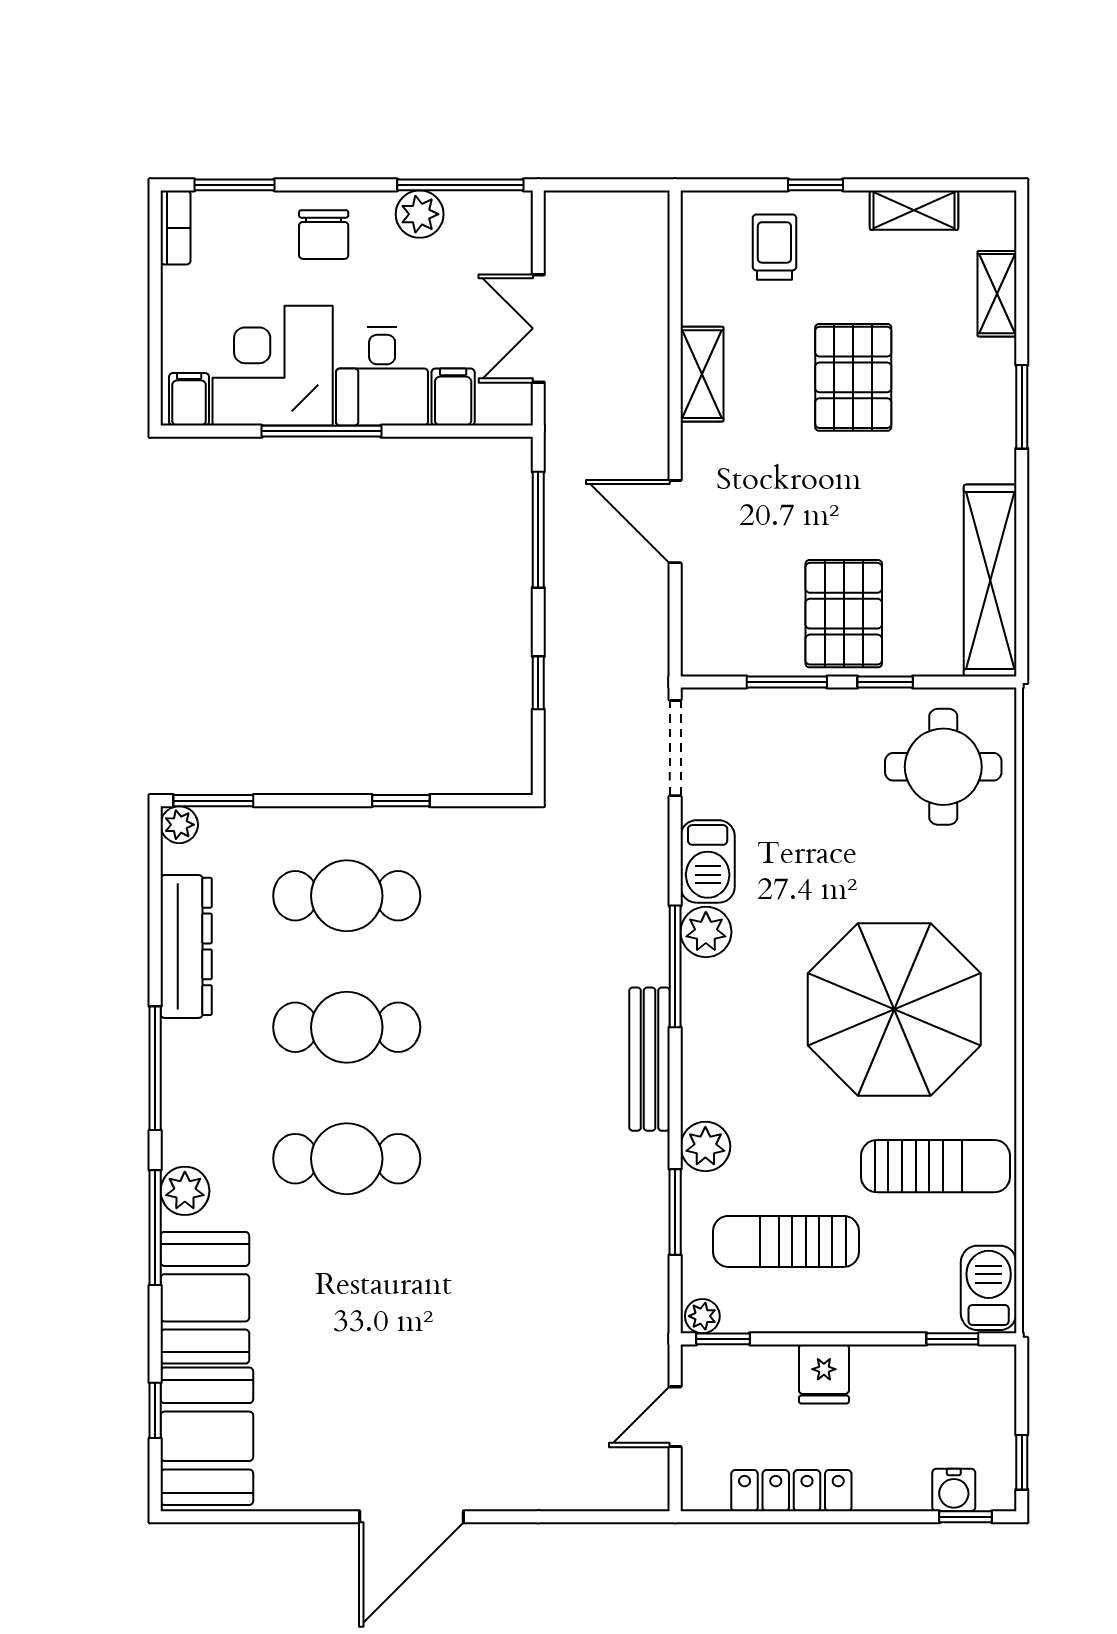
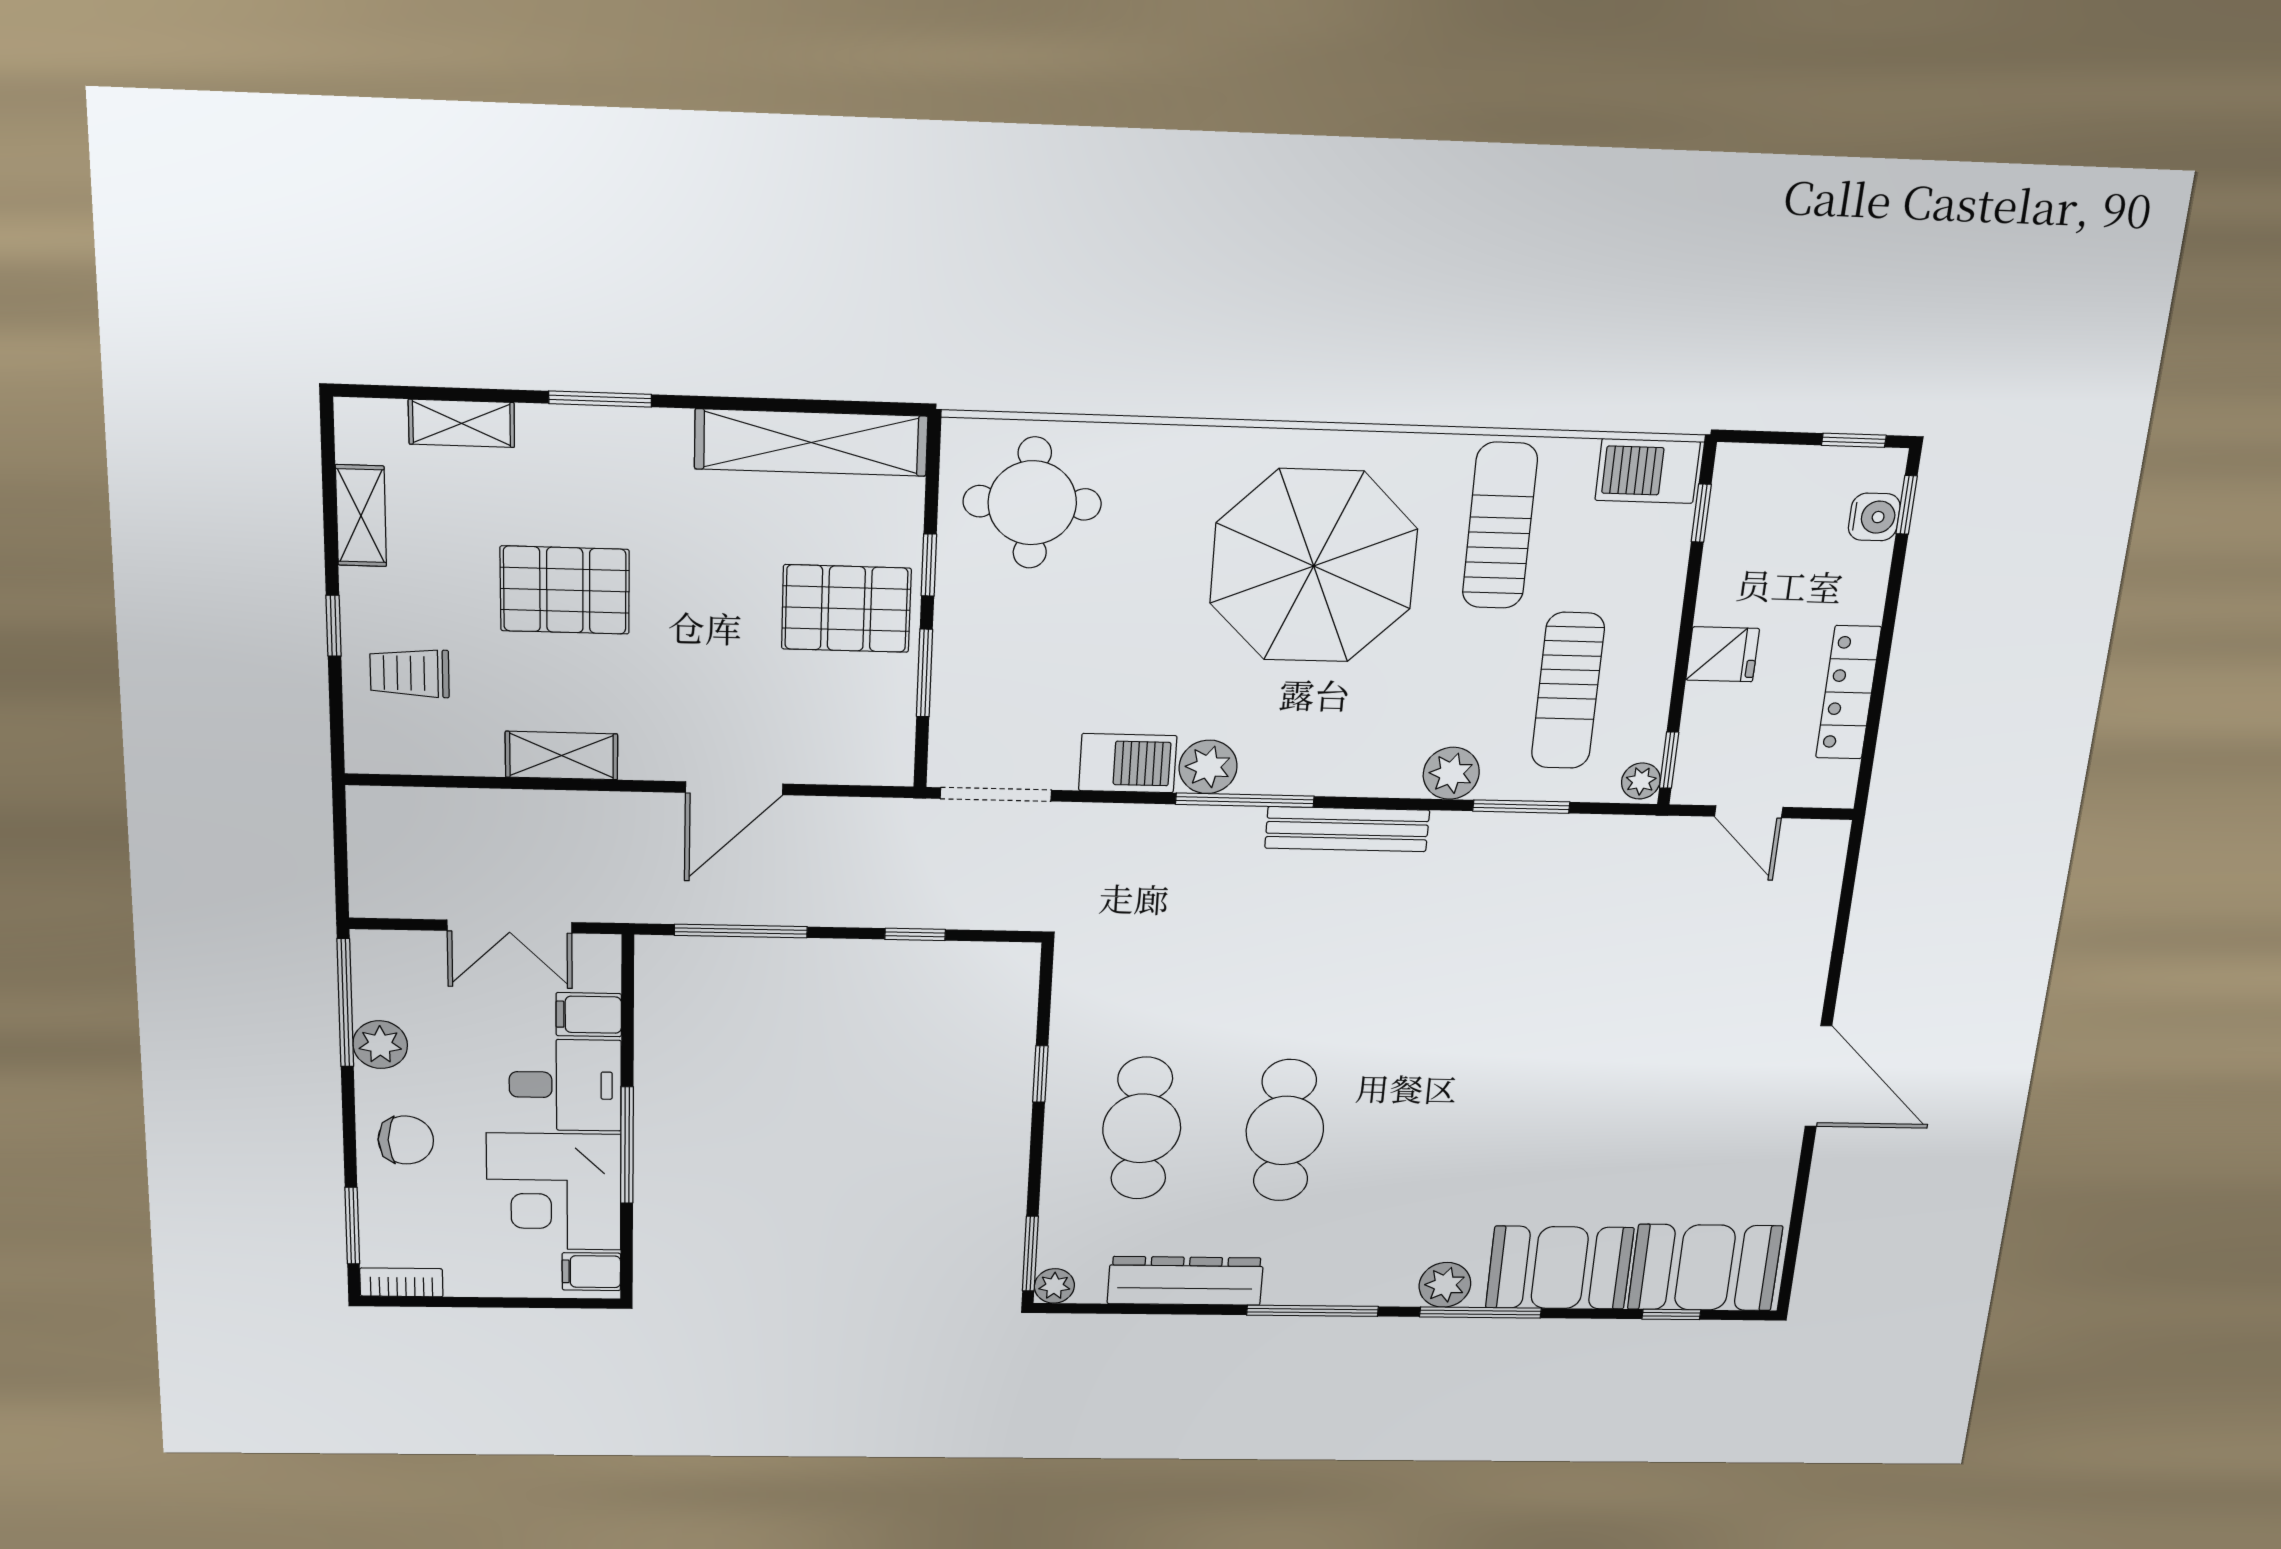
cafe table: (347, 1159) -> (1427, 1133), removed

